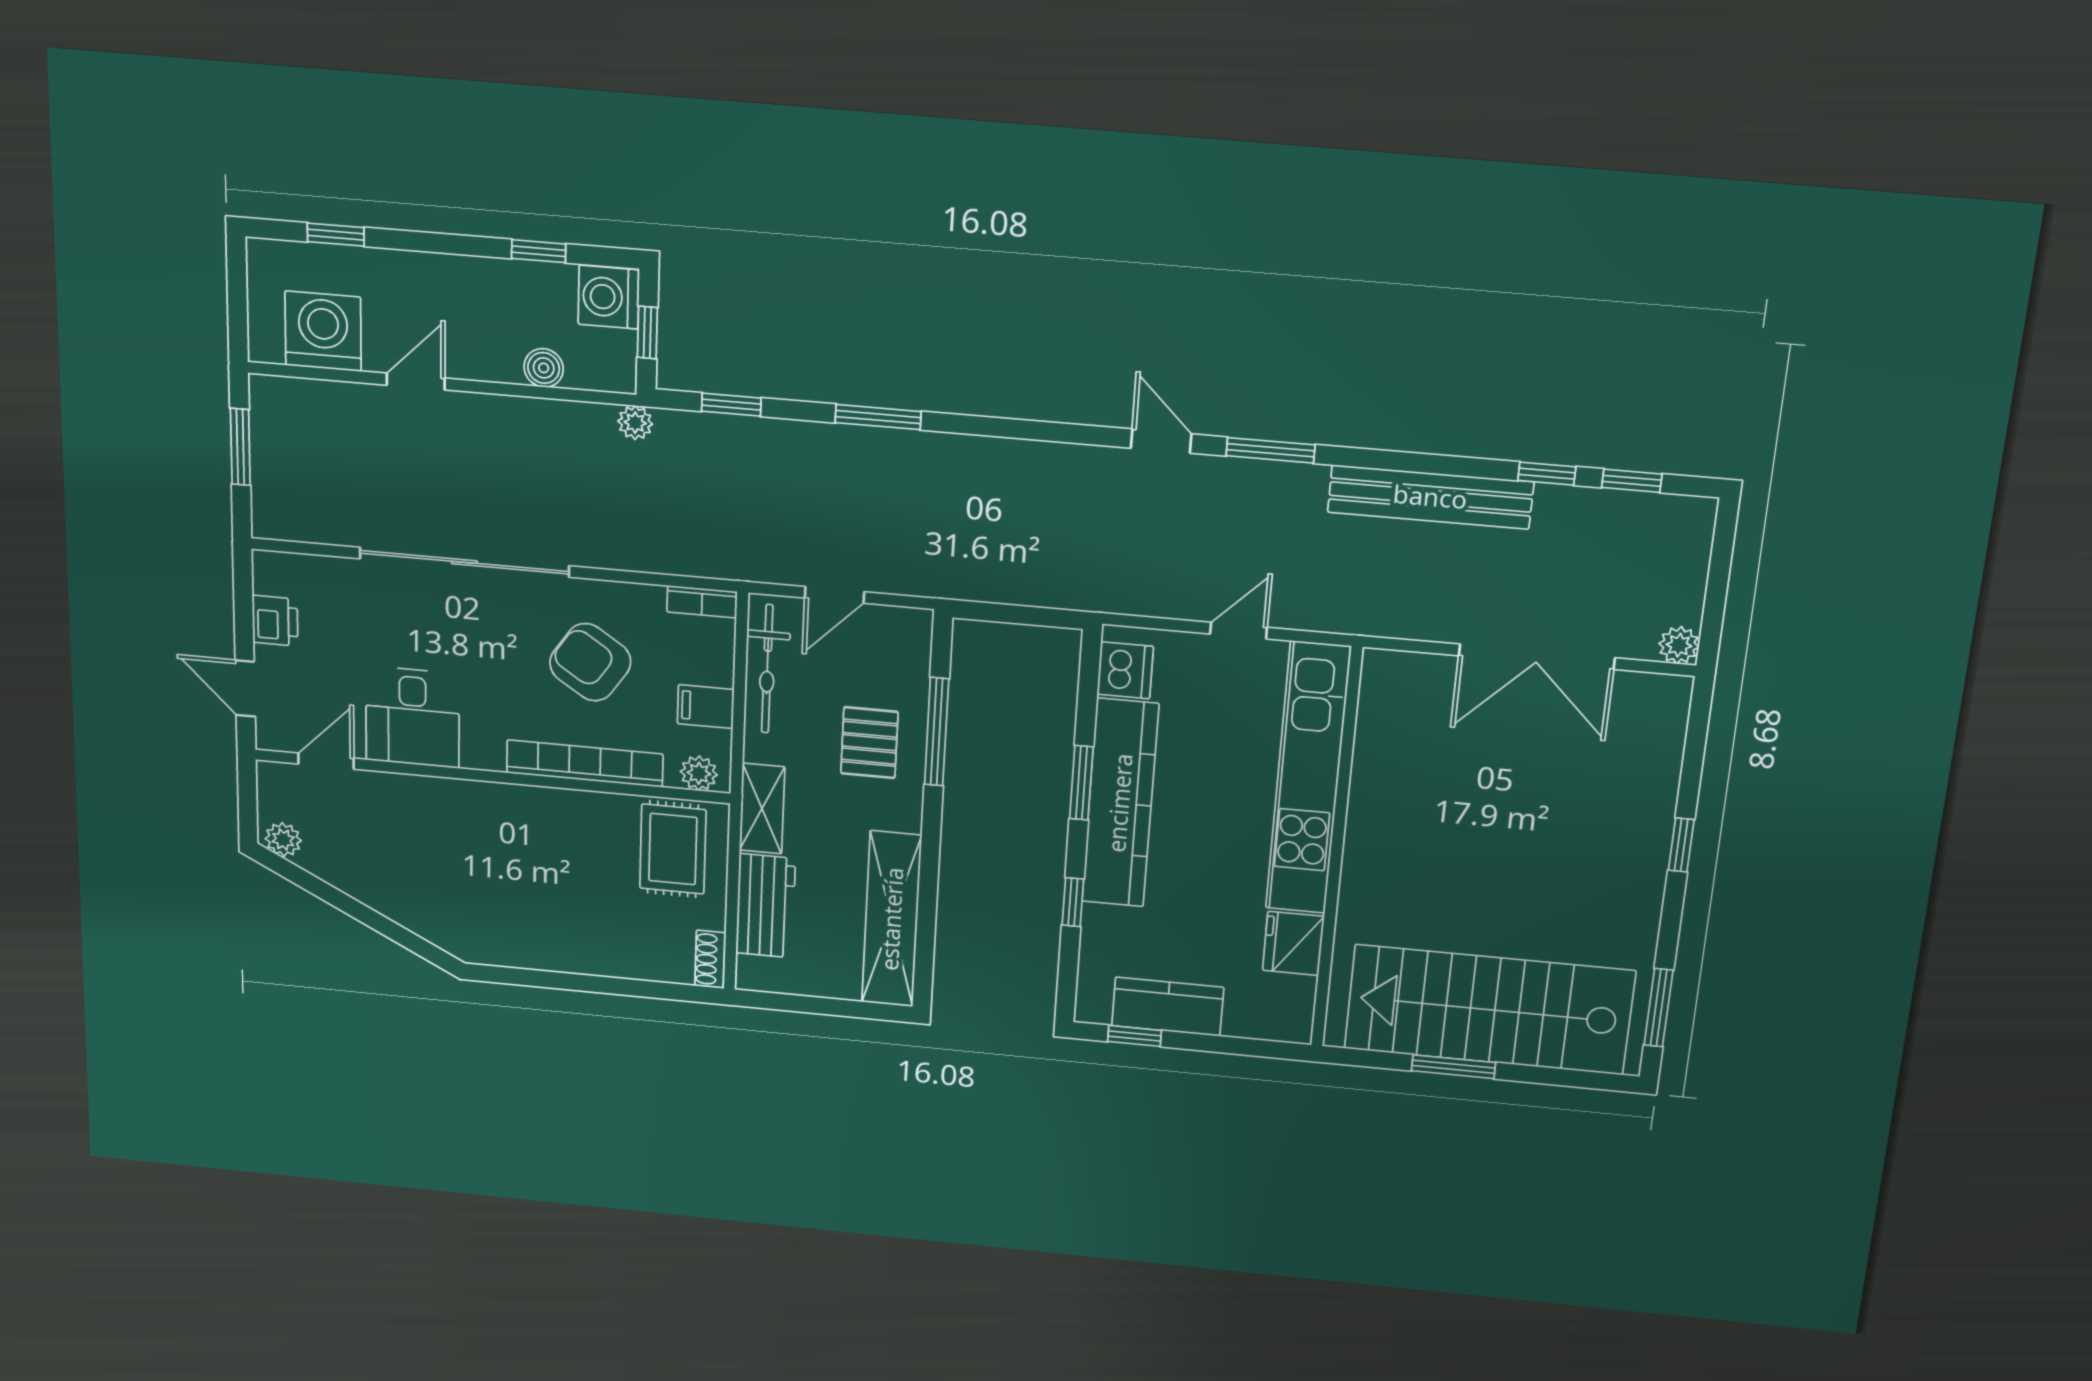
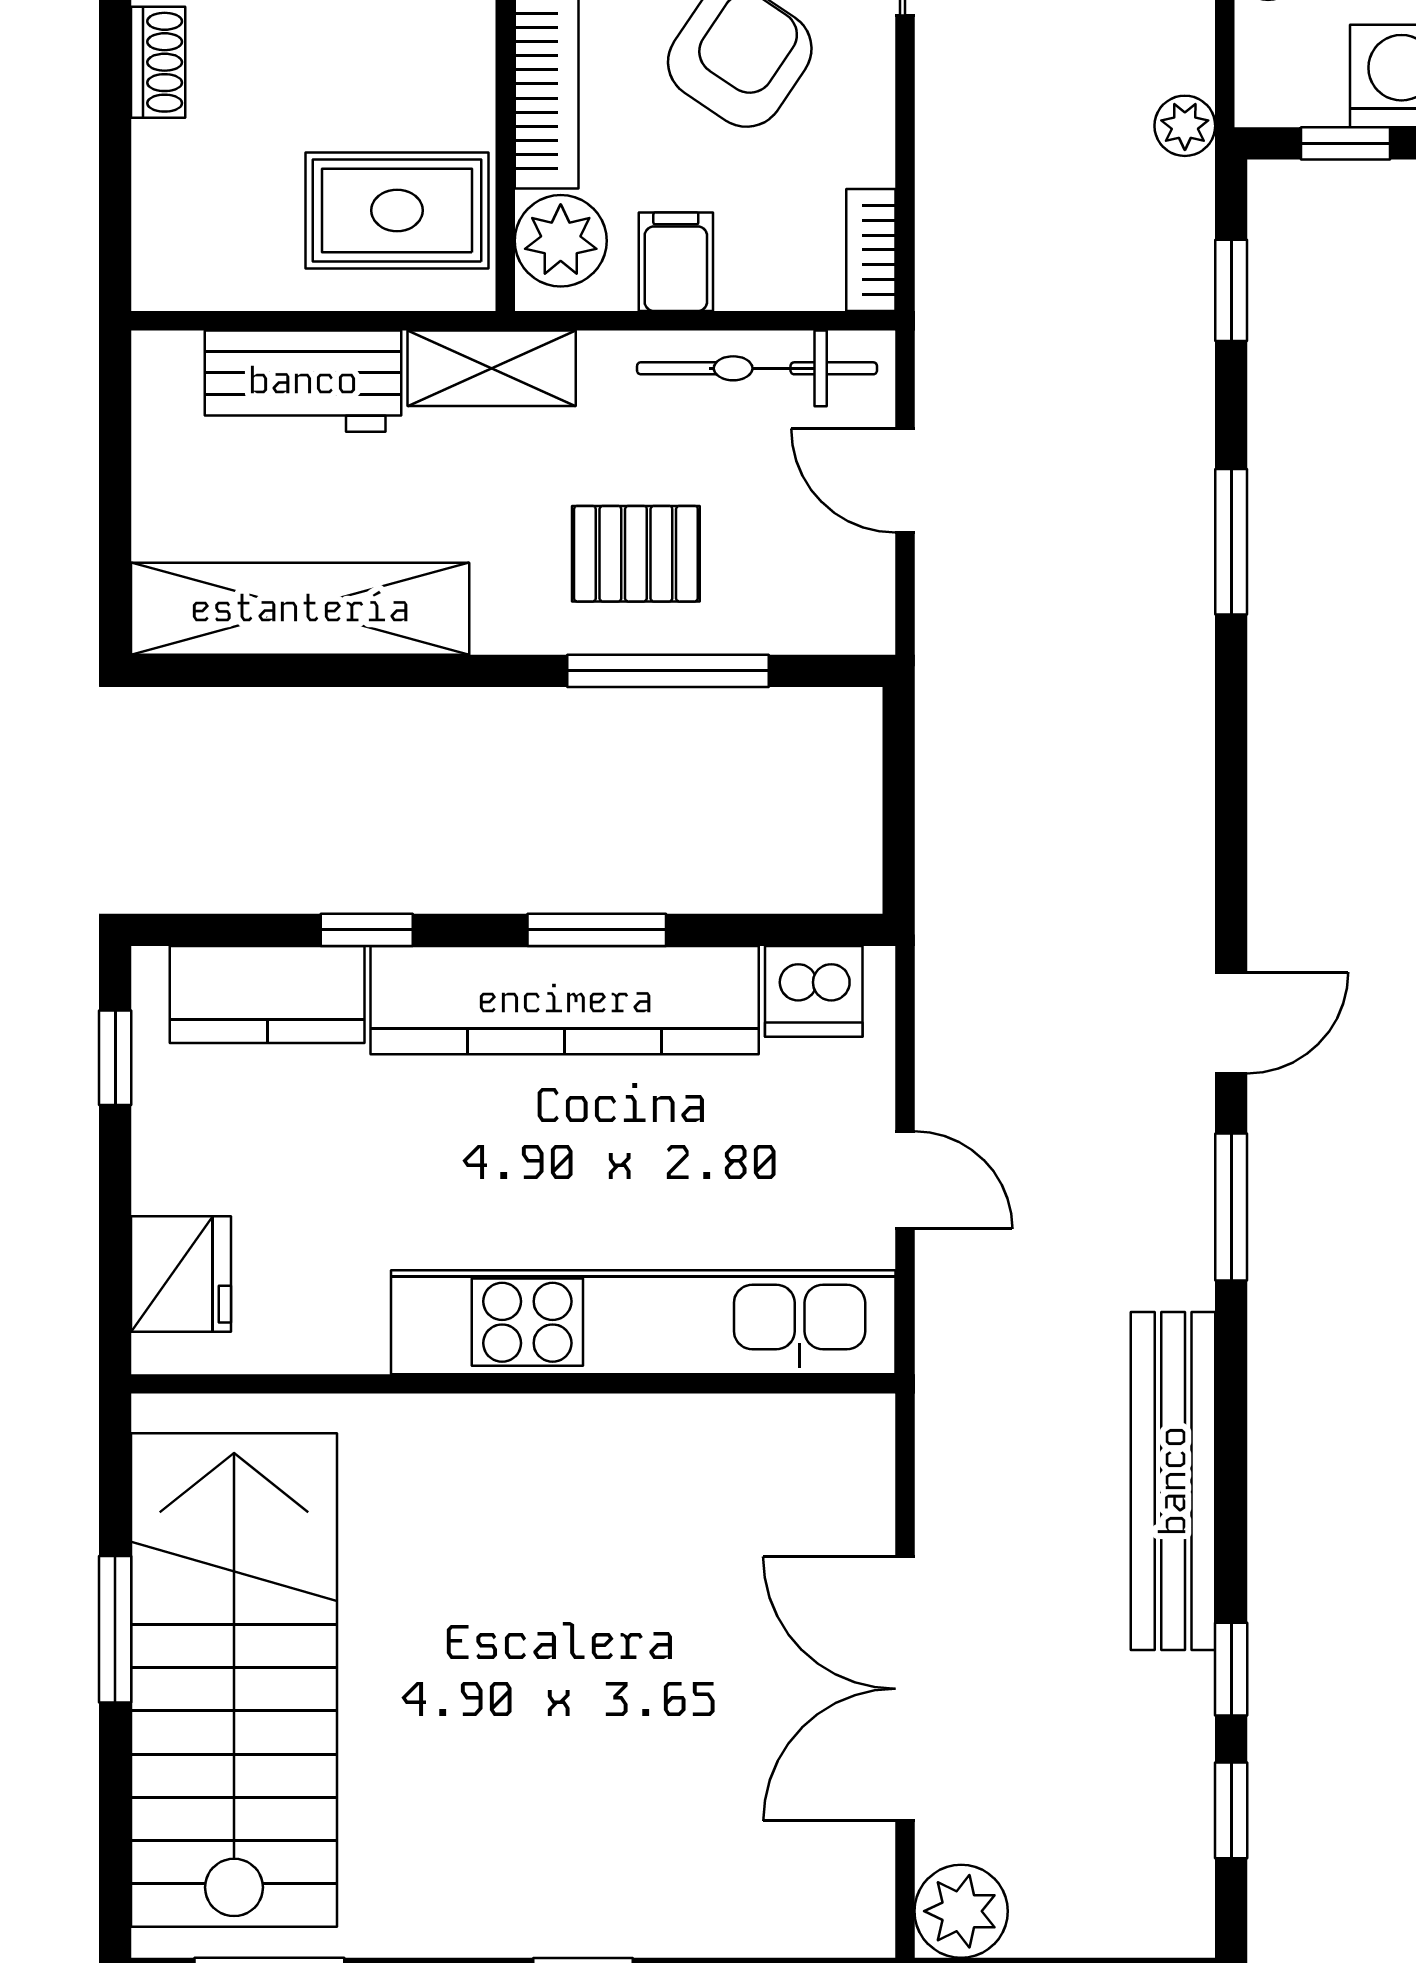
plant: (1679, 645) -> (961, 1911), width x1.38, depth x1.38
plant: (699, 773) -> (561, 241), width x1.38, depth x1.38
fridge: (1293, 943) -> (181, 1274), moved, turned 90
shoe rack: (710, 959) -> (158, 62), moved, turned 90
kitchen counter: (1168, 1007) -> (267, 994), moved, turned 90

